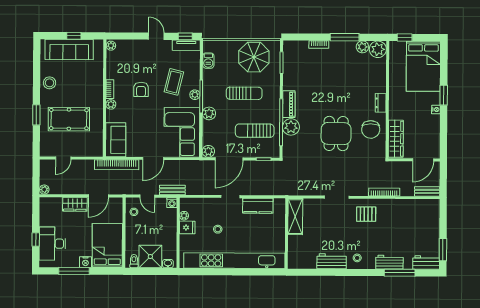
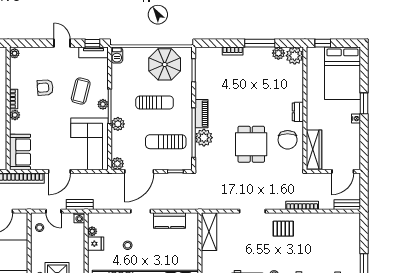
barbecue: (208, 61) -> (117, 55), moved
armchair: (141, 89) -> (45, 87), moved, turned 86

